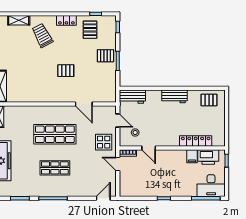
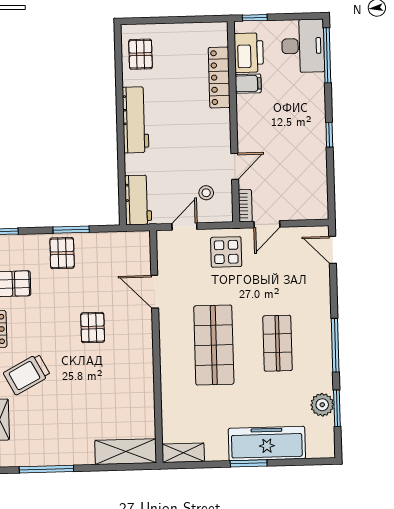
workbench: (175, 96) -> (135, 120), width x1.38
door: (84, 104) -> (155, 292), swing flipped
plant: (22, 190) -> (322, 405), added

